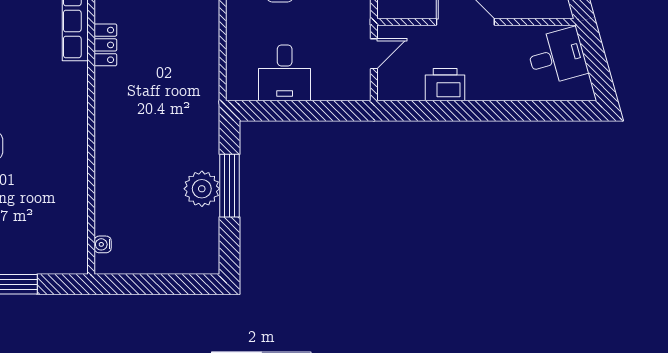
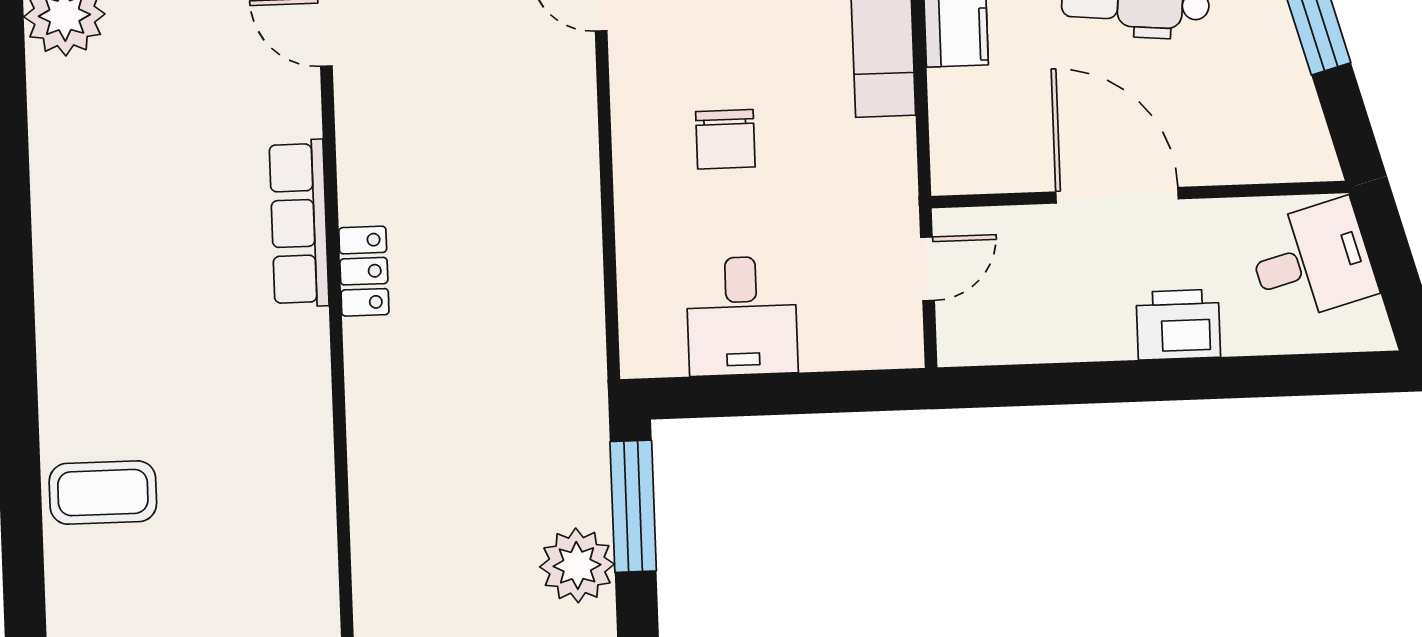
printer: (445, 85) -> (1178, 325), moved
window: (230, 186) -> (633, 506), moved

